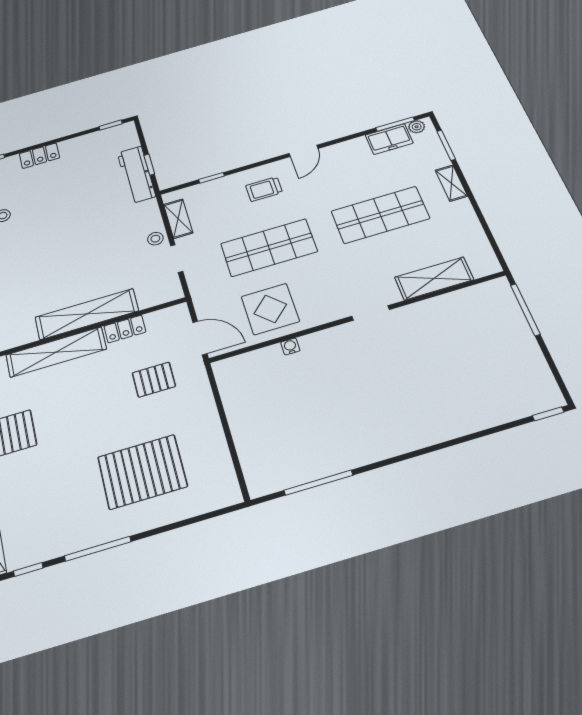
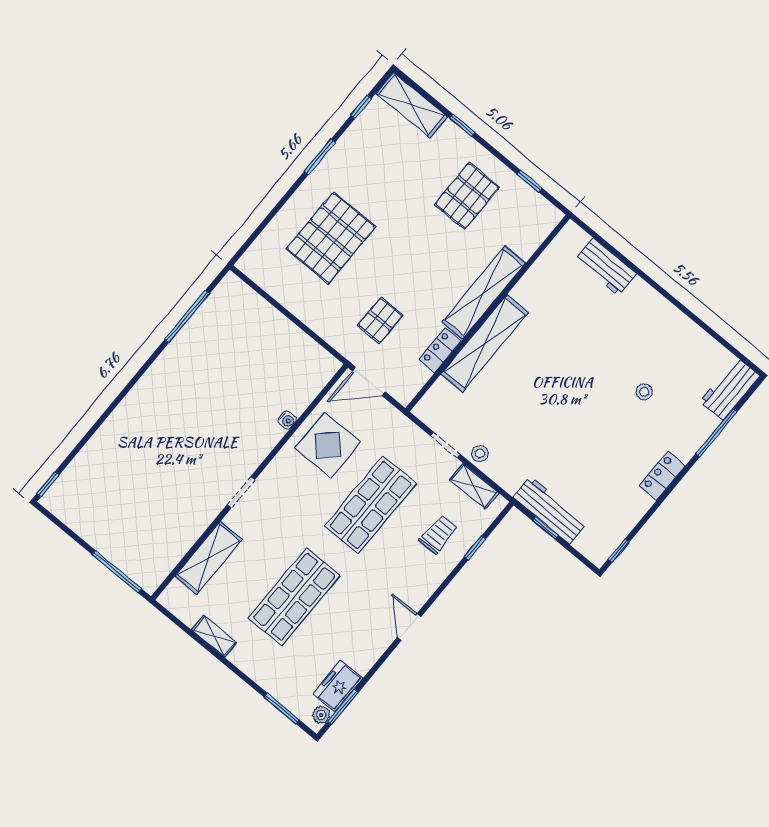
shelving: (451, 183) -> (214, 636), moved
trolley: (264, 189) -> (438, 534), moved
window: (98, 549) -> (320, 157), width x0.69

